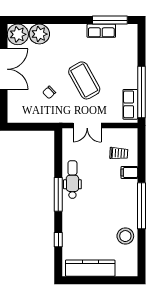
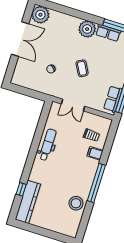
plant: (39, 34) -> (87, 29), moved
coffee table: (84, 80) -> (82, 68), width x0.54, depth x0.58
window: (58, 194) -> (33, 153), removed
kitchen counter: (90, 268) -> (28, 202), moved, turned 90

